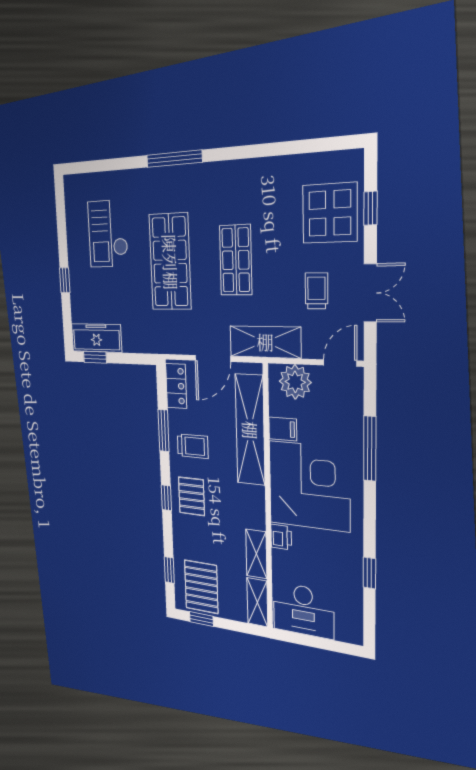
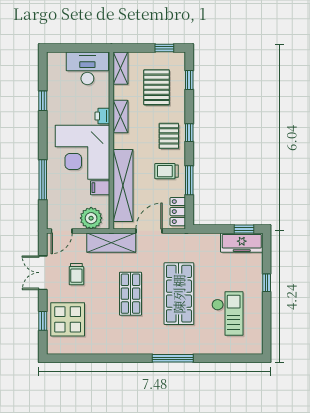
shelving: (256, 554) -> (121, 117), moved
pallet: (201, 587) -> (157, 87), moved

